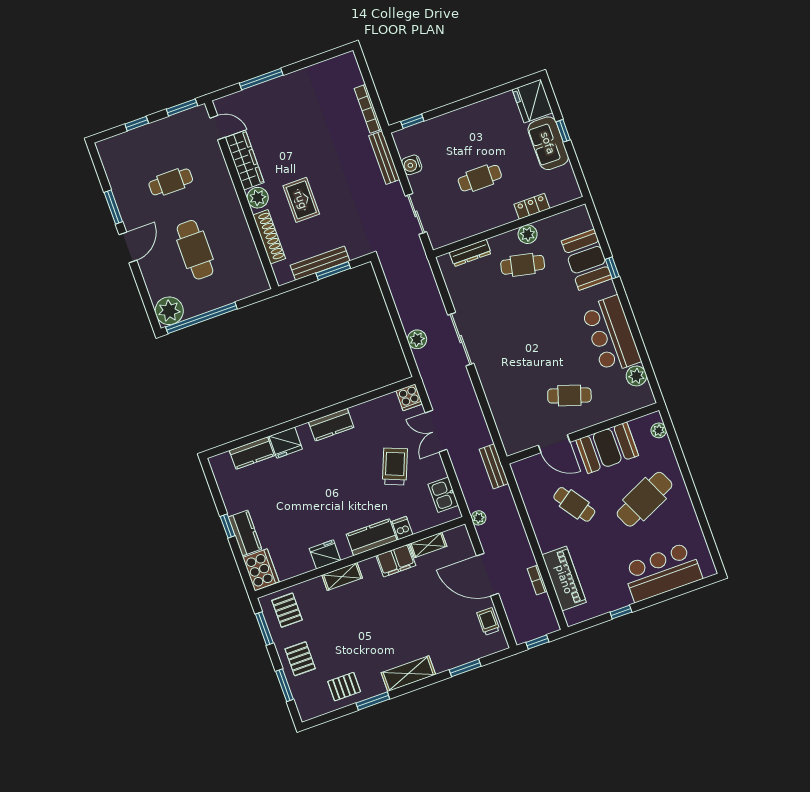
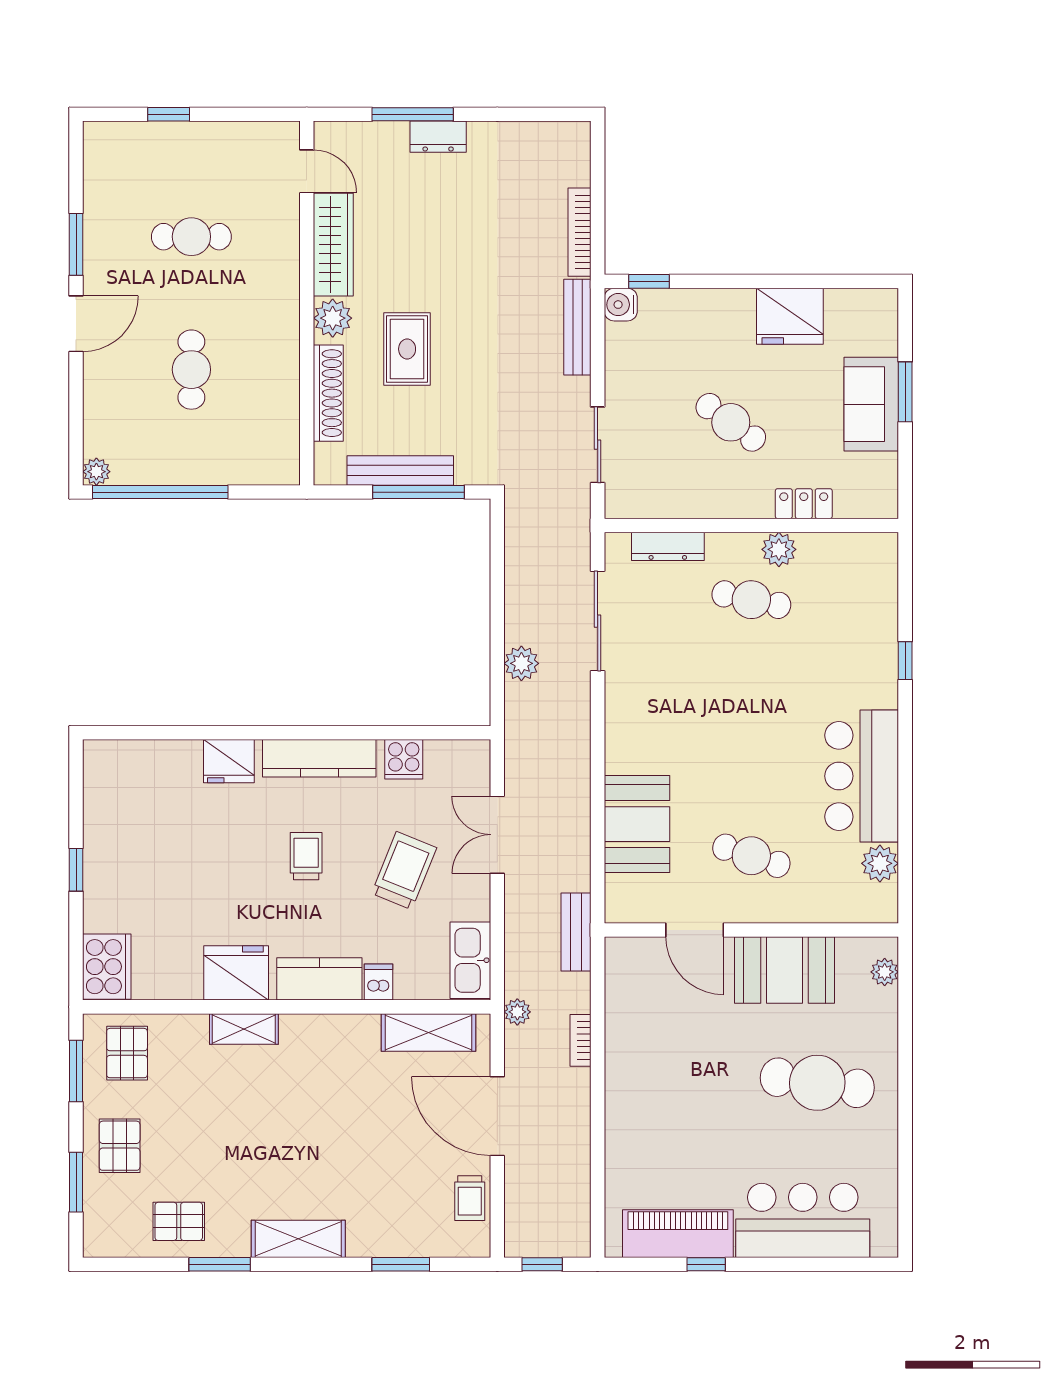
dresser: (278, 86) -> (438, 137), added
fridge: (533, 101) -> (790, 316), moved, turned -90
window: (182, 107) -> (257, 114), removed
window: (563, 131) -> (905, 392), width x1.50
water cooler: (412, 165) -> (621, 305), moved
cafe table: (480, 178) -> (731, 422), turned 36
cafe table: (195, 250) -> (191, 370), width x0.73, depth x0.74
booth: (587, 260) -> (637, 824), moved
window: (333, 271) -> (418, 492), width x1.44
plant: (169, 311) -> (96, 472), width x0.53, depth x0.53
sliding door: (461, 339) -> (598, 621), moved
cooker: (409, 397) -> (404, 759), moved
kitchen counter: (331, 425) -> (319, 758), width x1.50
kitchen counter: (252, 453) -> (164, 758), removed
trolley: (342, 477) -> (306, 856), added
kitchen sink: (443, 495) -> (470, 960), width x1.38
cafe table: (645, 499) -> (817, 1083), turned 33
cafe table: (574, 504) -> (692, 1048), removed
kitchen counter: (245, 533) -> (102, 893), removed
shelving: (428, 545) -> (429, 1032), width x1.50, depth x1.33
fridge: (325, 554) -> (236, 973), width x1.36, depth x1.34
filing cabinet: (396, 561) -> (347, 1035), removed
piano: (564, 579) -> (678, 1234), moved, turned -90
bookcase: (537, 580) -> (580, 1040), moved
trolley: (488, 622) -> (470, 1198), turned 180

